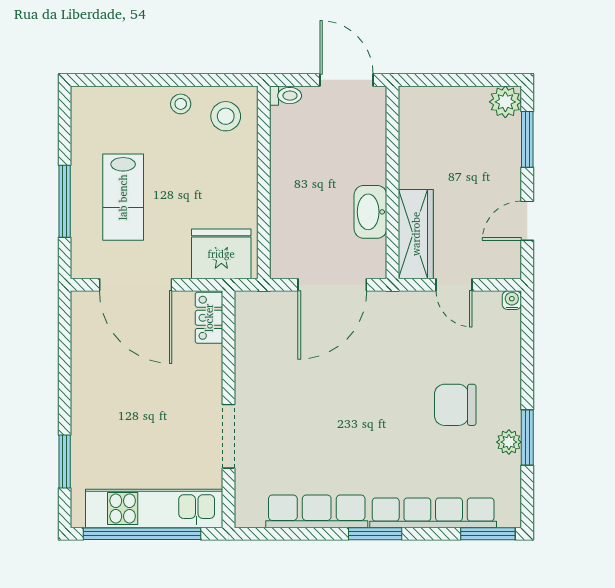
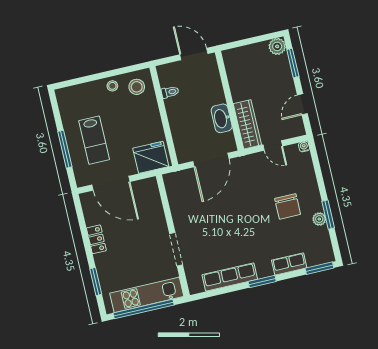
toilet: (285, 96) -> (170, 92), moved
locker: (209, 318) -> (96, 239), moved, turned 180
chair: (455, 405) -> (288, 206), turned -90
row of seats: (433, 513) -> (289, 264), width x0.50

